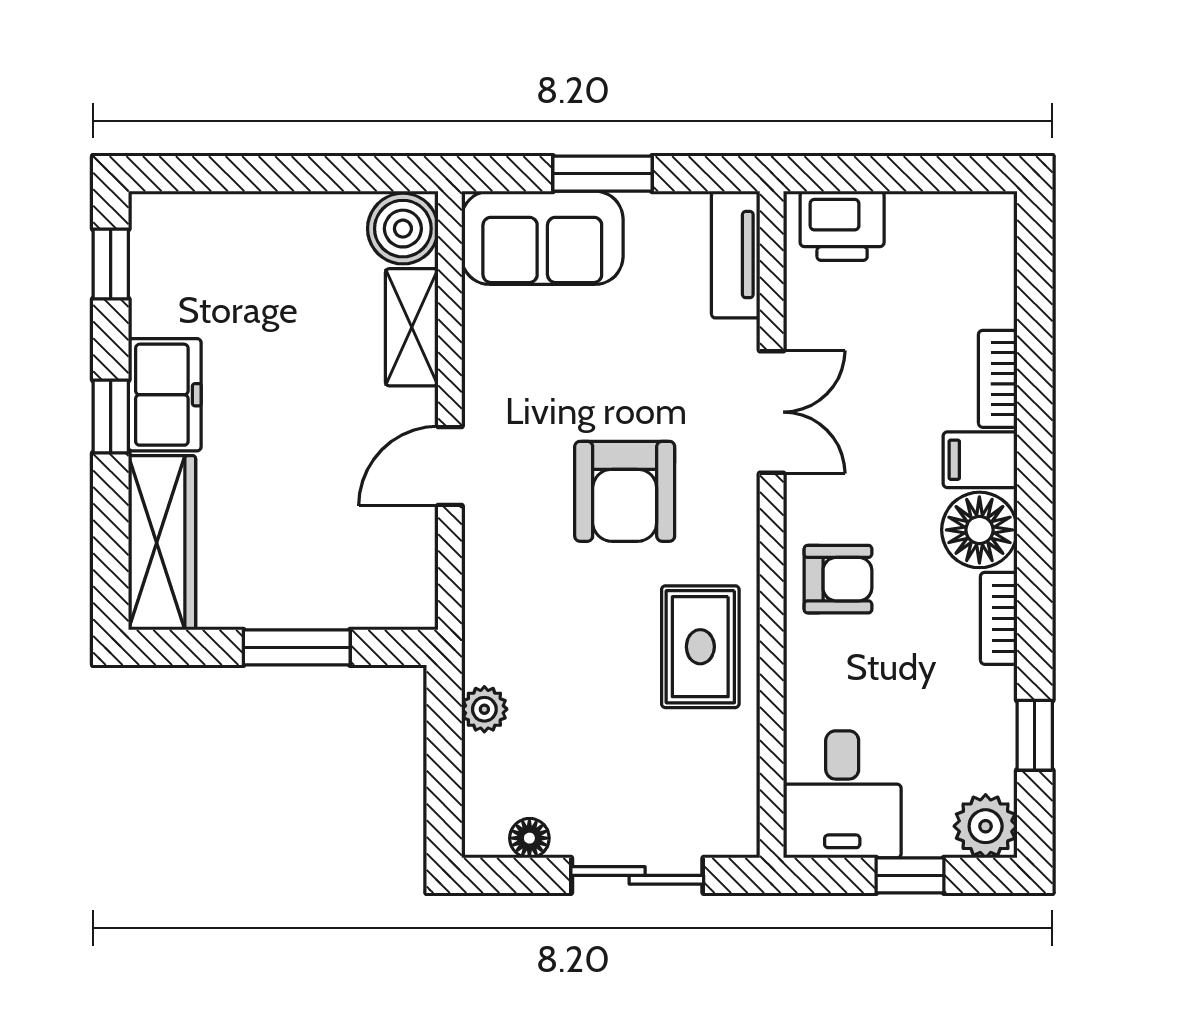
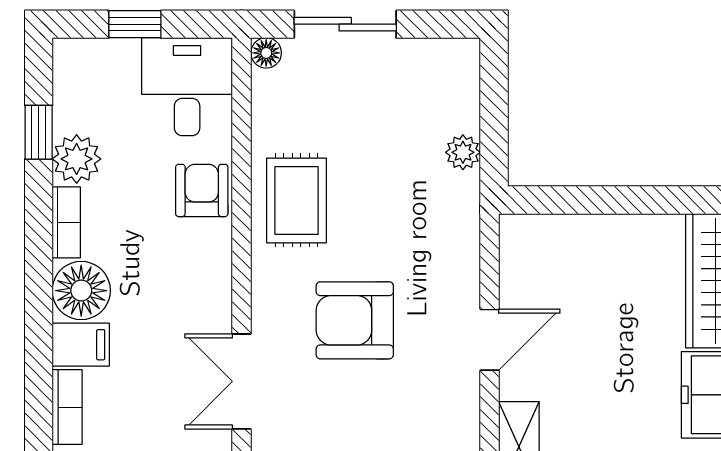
armchair: (625, 491) -> (355, 320), turned -90
armchair: (838, 579) -> (202, 190), moved, turned 90
window: (297, 647) -> (608, 200), removed
plant: (986, 826) -> (77, 159), moved
floor lamp: (529, 838) -> (266, 53), moved

